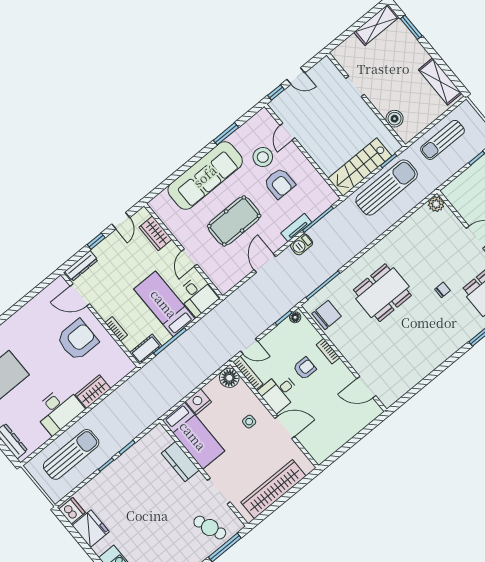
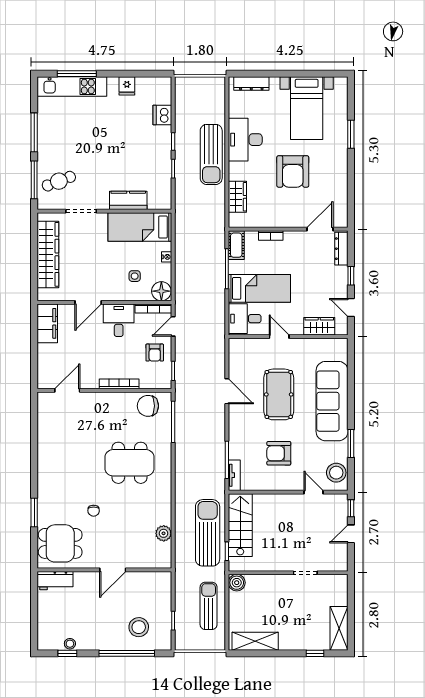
window: (411, 27) -> (315, 653), width x0.67
boiler: (395, 119) -> (237, 583), moved
stool: (263, 157) -> (336, 473), moved
sun lounger: (387, 187) -> (208, 533), turned 180
plant: (436, 204) -> (164, 533), moved
tv unit: (296, 228) -> (234, 475), moved
barbecue: (302, 244) -> (218, 431), removed
dining table: (382, 293) -> (130, 463), turned 90
chair: (327, 315) -> (148, 406), turned 90
floor lamp: (295, 317) -> (166, 380), removed
armchair: (77, 340) -> (293, 171), moved
bookcase: (328, 351) -> (119, 384), width x1.56
armchair: (305, 368) -> (155, 353), moved
wardrobe: (93, 392) -> (237, 197), moved
nightstand: (198, 402) -> (167, 257), width x0.53, depth x0.56
side table: (249, 422) -> (135, 276), moved
filing cabinet: (327, 446) -> (47, 323), added
sun lounger: (71, 454) -> (211, 154), moved
dishwasher: (72, 511) -> (162, 115), moved, turned 90
fridge: (91, 529) -> (127, 86), width x0.53, depth x0.75

